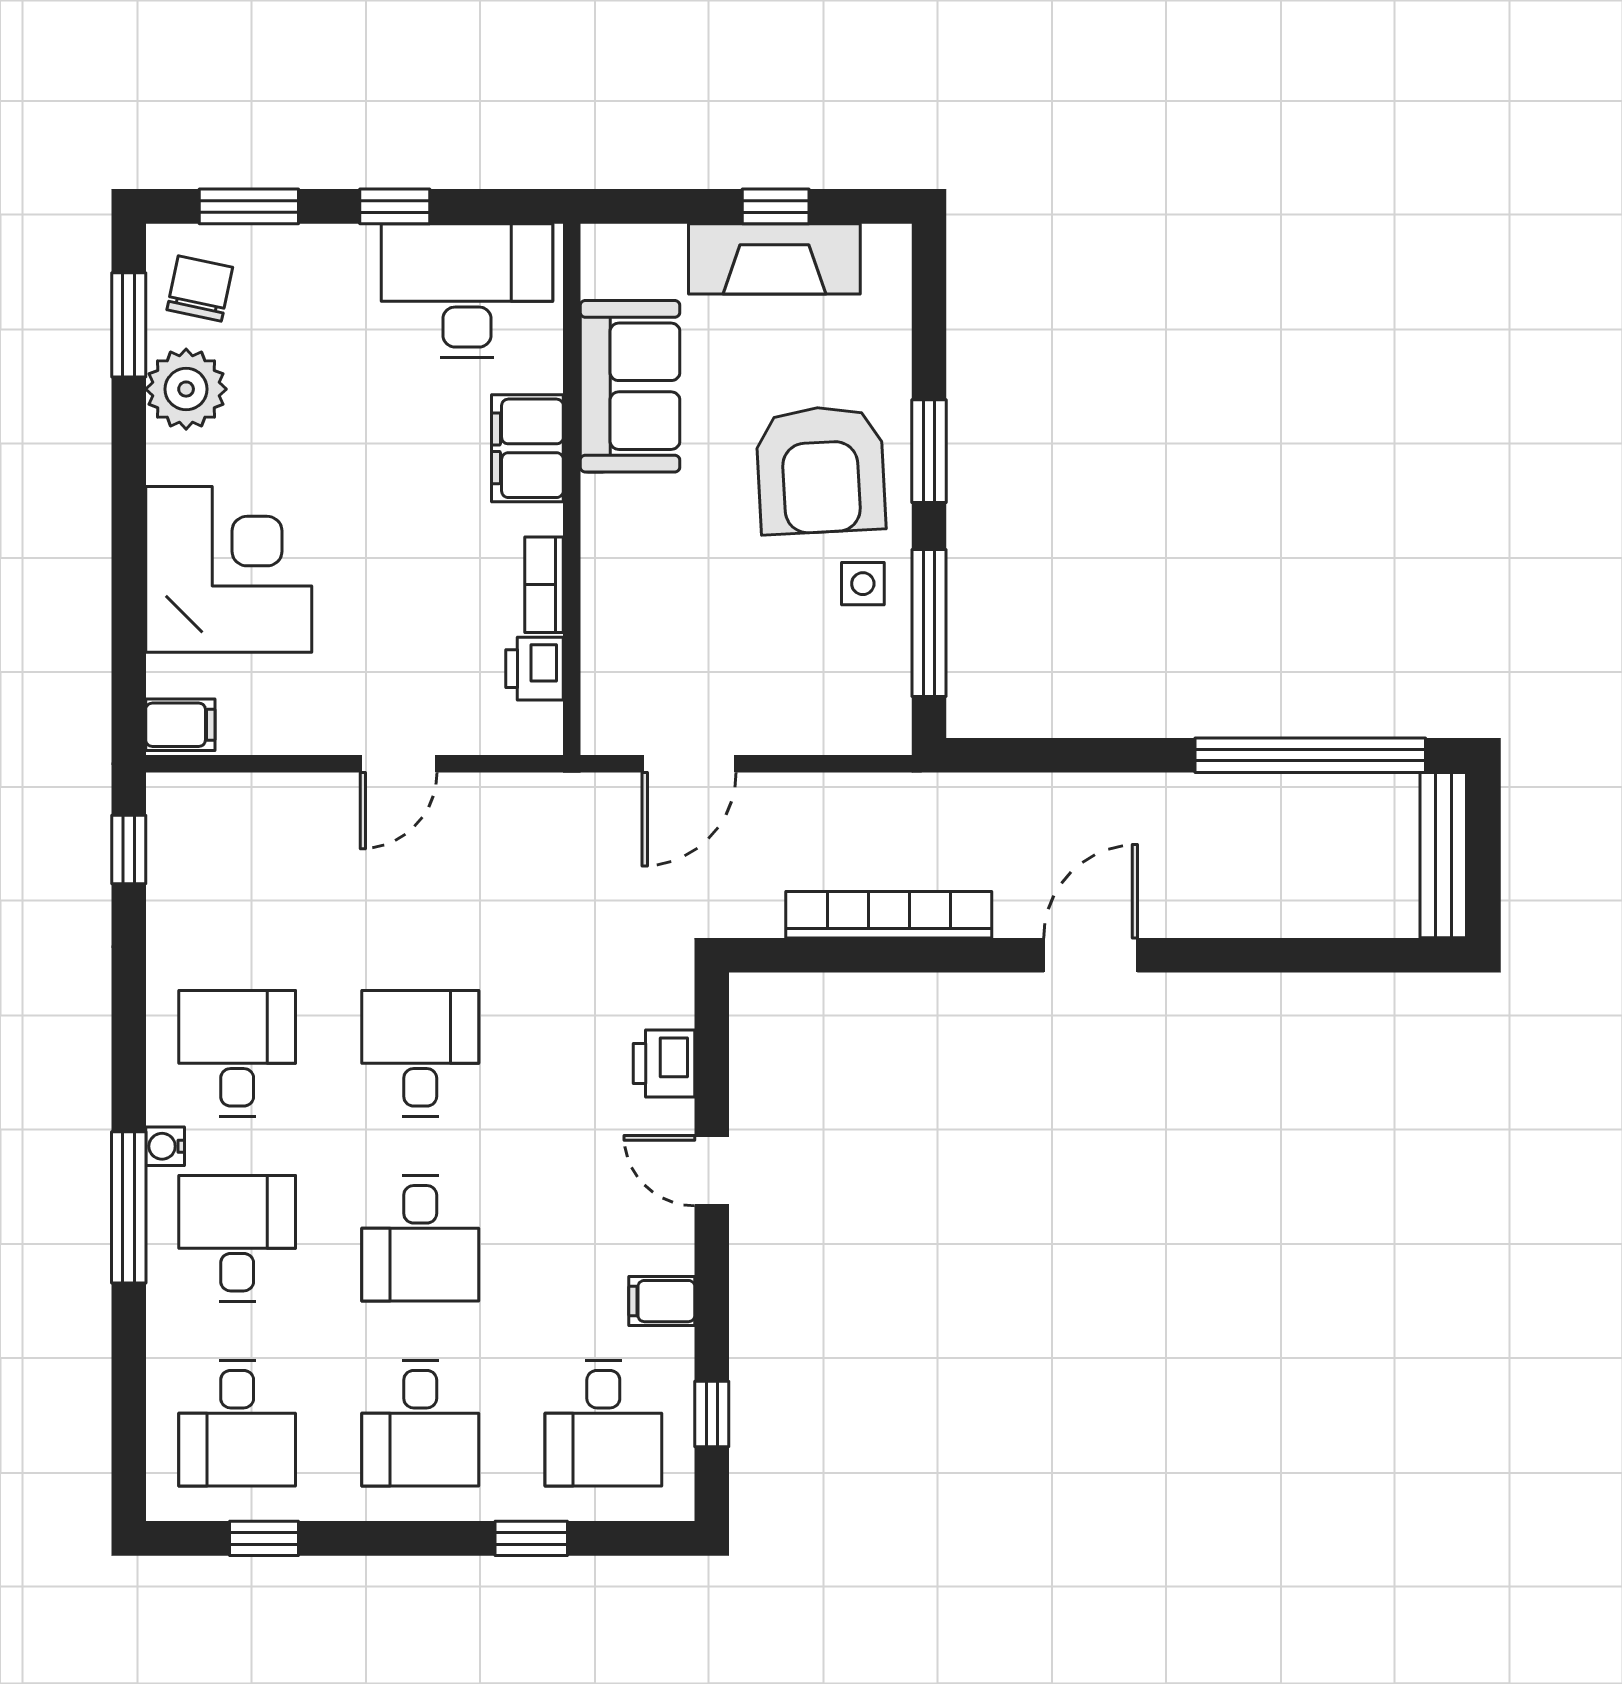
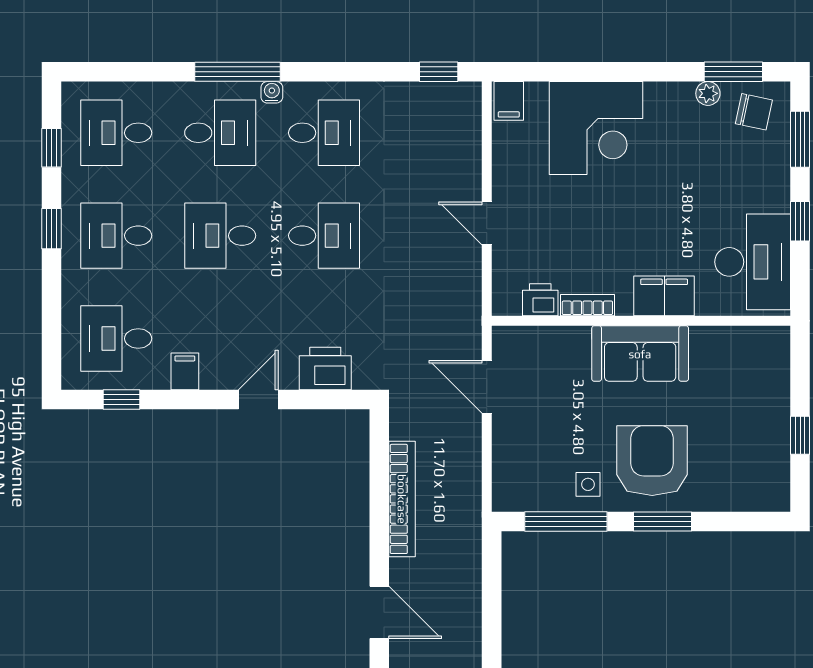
fireplace: (774, 259) -> (771, 435), removed
sofa: (630, 386) -> (640, 354), moved
plant: (186, 389) -> (708, 93), width x0.53, depth x0.53
armchair: (821, 470) -> (652, 461), turned 93
printer: (664, 1064) -> (325, 369), width x1.36, depth x1.24
window: (531, 1538) -> (52, 229), moved

